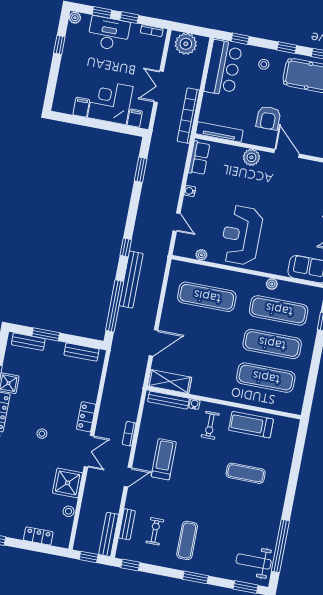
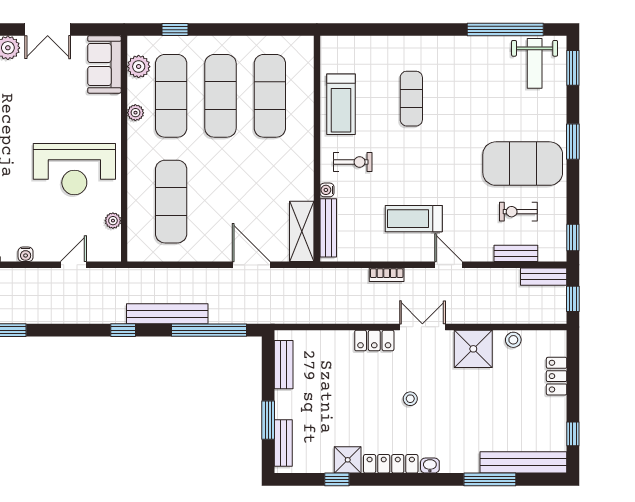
plant: (303, 292) -> (139, 67), added
bench: (109, 534) -> (544, 277), width x0.73
exercise mat: (187, 540) -> (523, 164), width x2.00, depth x1.45

